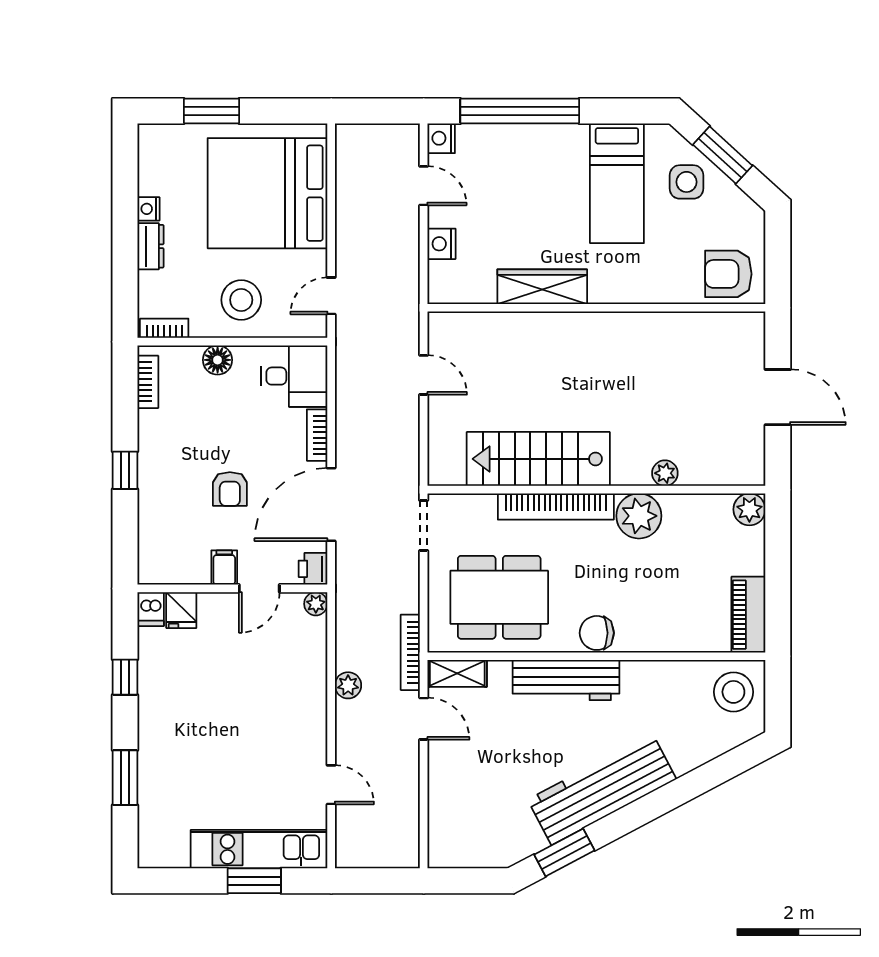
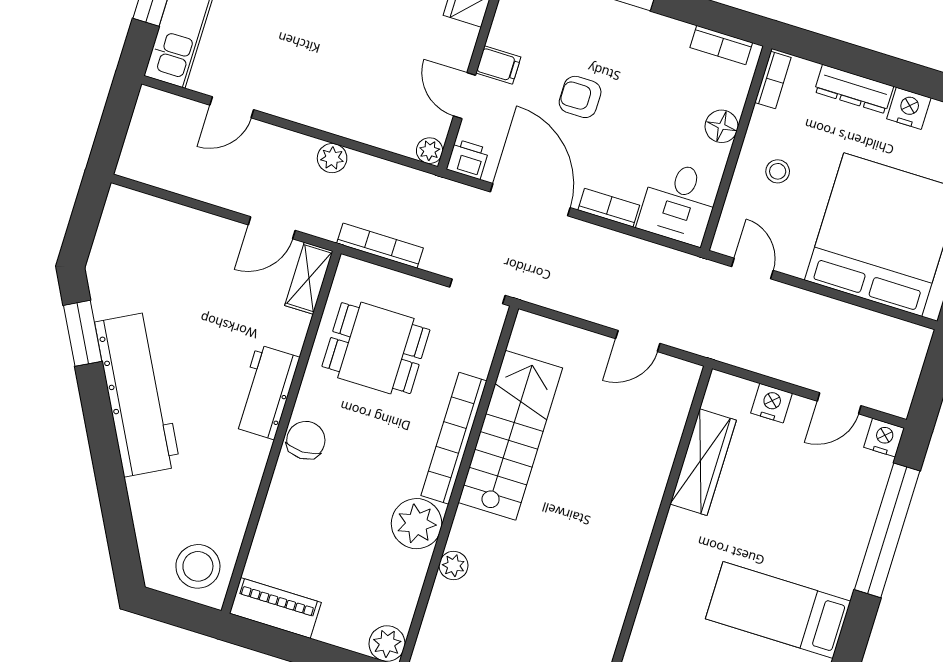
nightstand: (148, 209) -> (909, 108), width x1.39, depth x1.35
dresser: (150, 246) -> (854, 89), width x1.44
wardrobe: (542, 287) -> (703, 462), moved
stool: (241, 300) -> (778, 171), width x0.53, depth x0.53
dining table: (499, 597) -> (376, 348), width x0.73
bookcase: (410, 652) -> (380, 246), moved
workbench: (566, 680) -> (266, 392), width x0.73

